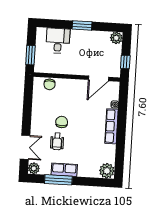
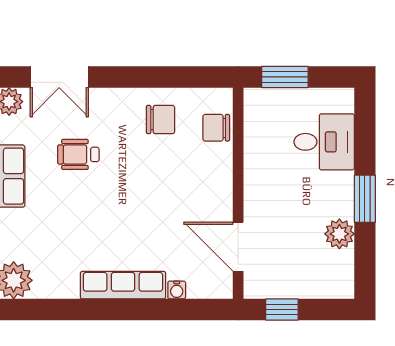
plant: (116, 38) -> (339, 234), moved
chair: (62, 122) -> (160, 120), moved

